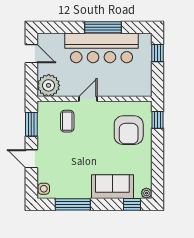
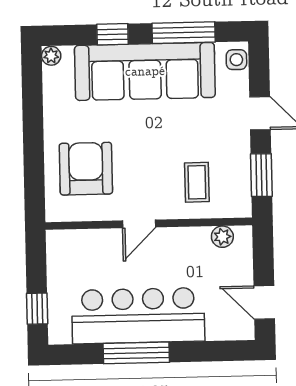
plant: (49, 85) -> (222, 237), width x0.53, depth x0.53
door: (88, 99) -> (139, 224), moved
window: (157, 120) -> (34, 188), removed
sofa: (112, 187) -> (145, 71), width x1.85, depth x1.27
window: (132, 204) -> (112, 34), moved

